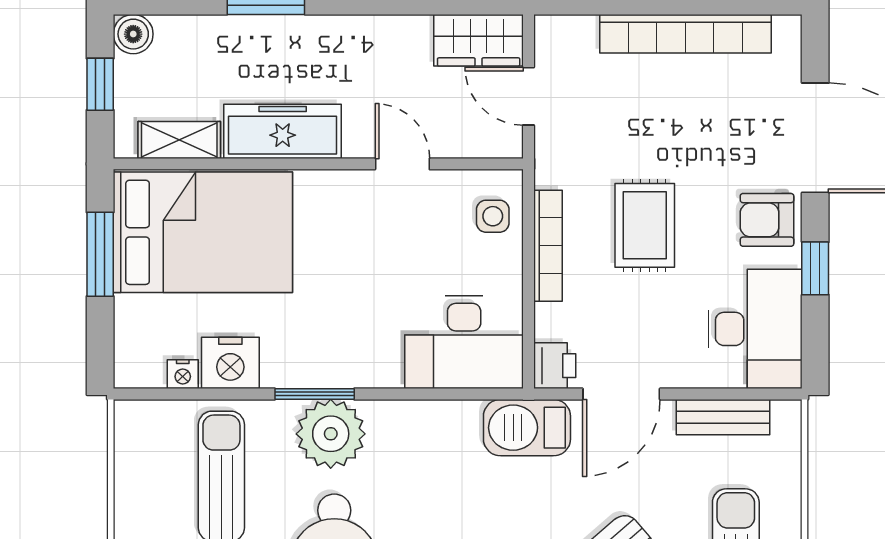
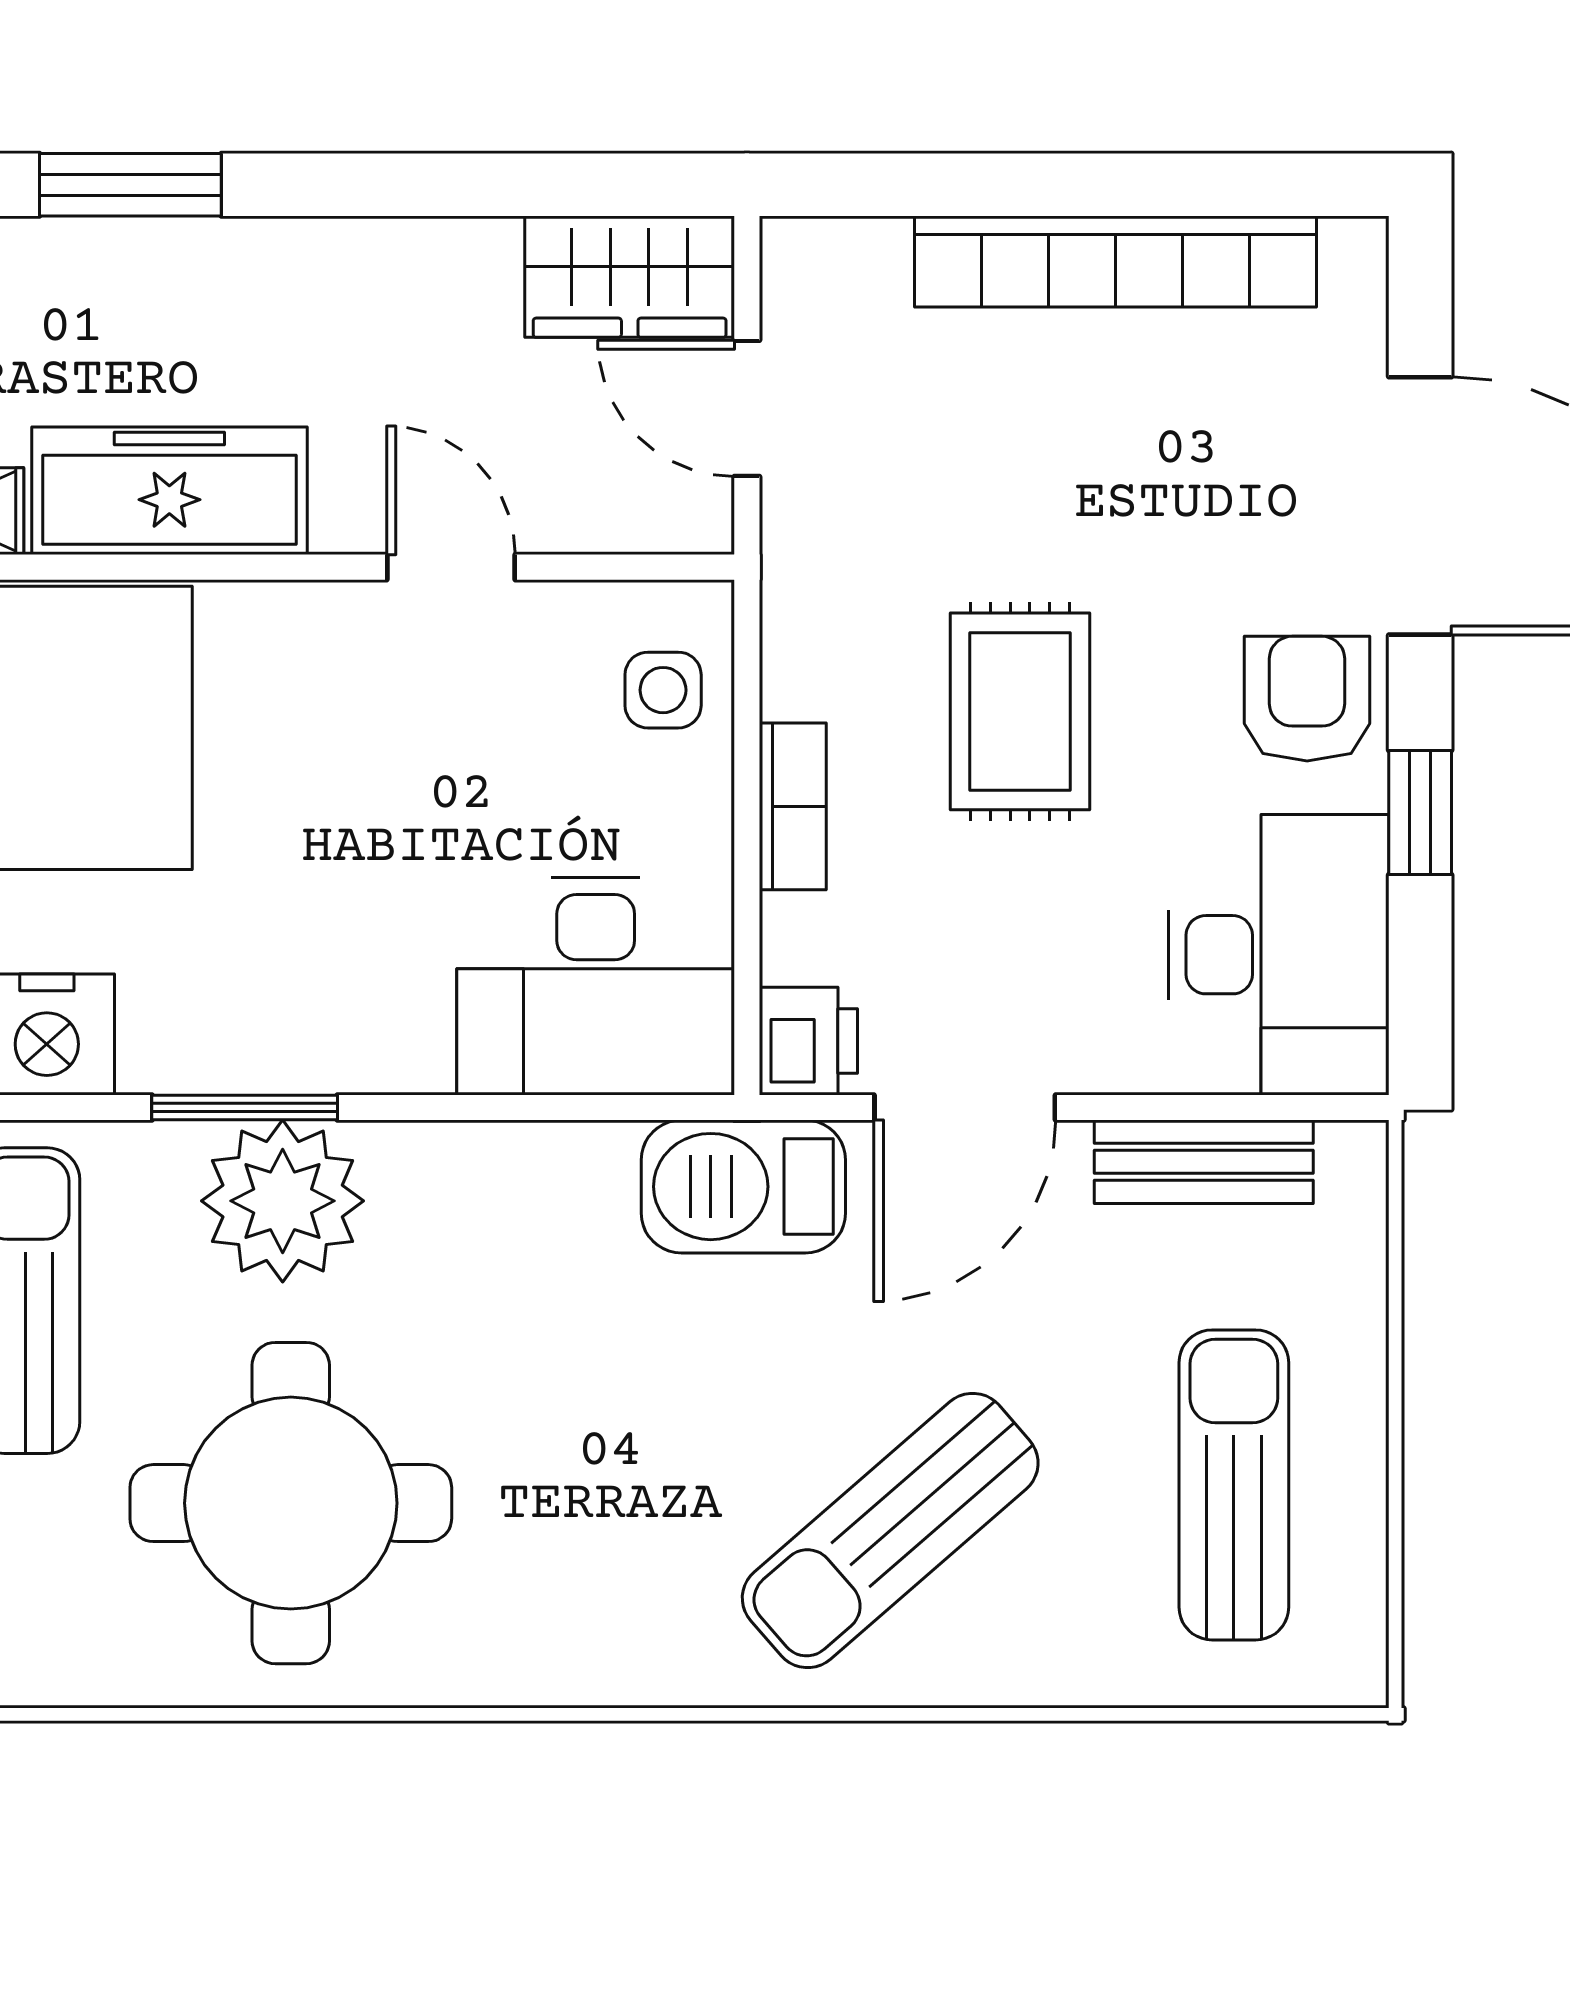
armchair: (767, 220) -> (1307, 699), turned 90
bookcase: (548, 246) -> (793, 806), width x0.64

